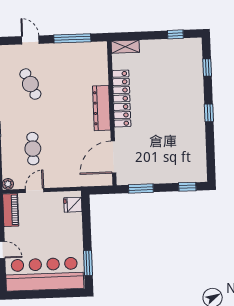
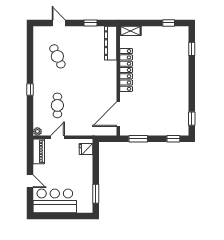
window: (72, 38) -> (91, 23), width x0.46
dresser: (102, 108) -> (111, 43), moved
window: (209, 113) -> (192, 119), moved
bar counter: (45, 274) -> (55, 201), width x0.73

